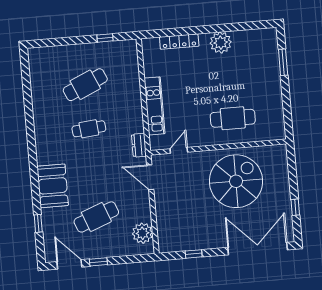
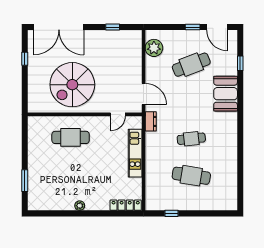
locker: (179, 42) -> (126, 205), moved
plant: (221, 43) -> (80, 206), width x0.53, depth x0.53
cafe table: (85, 85) -> (191, 176), turned 33

